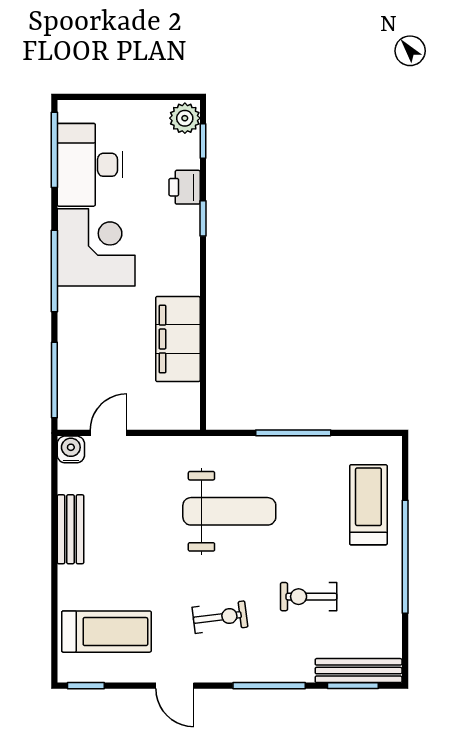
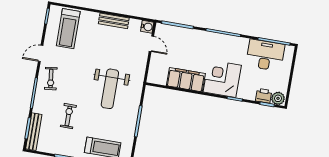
printer: (185, 187) -> (264, 96), moved
corner desk: (96, 247) -> (222, 79), moved, turned 180
exercise bike: (220, 617) -> (51, 79), moved

